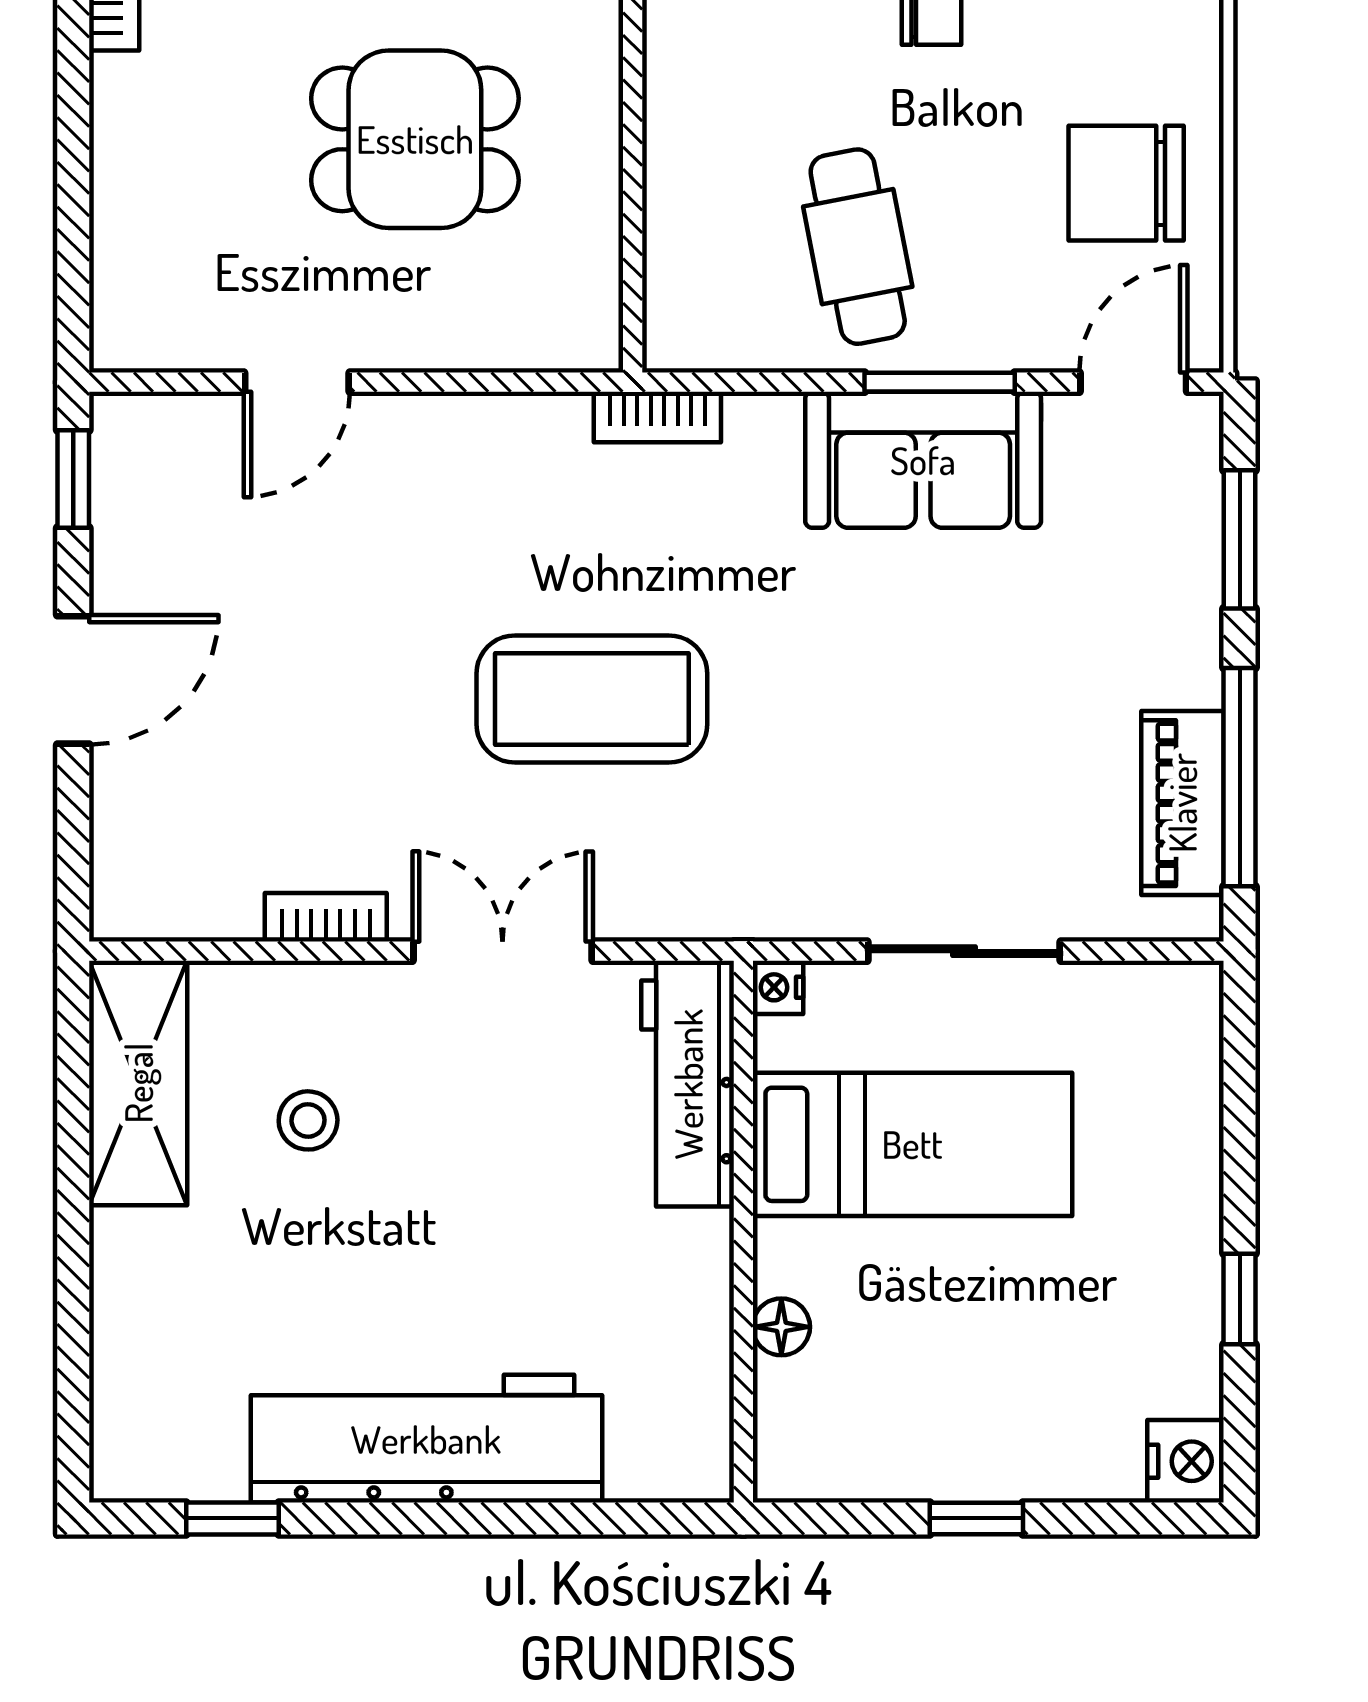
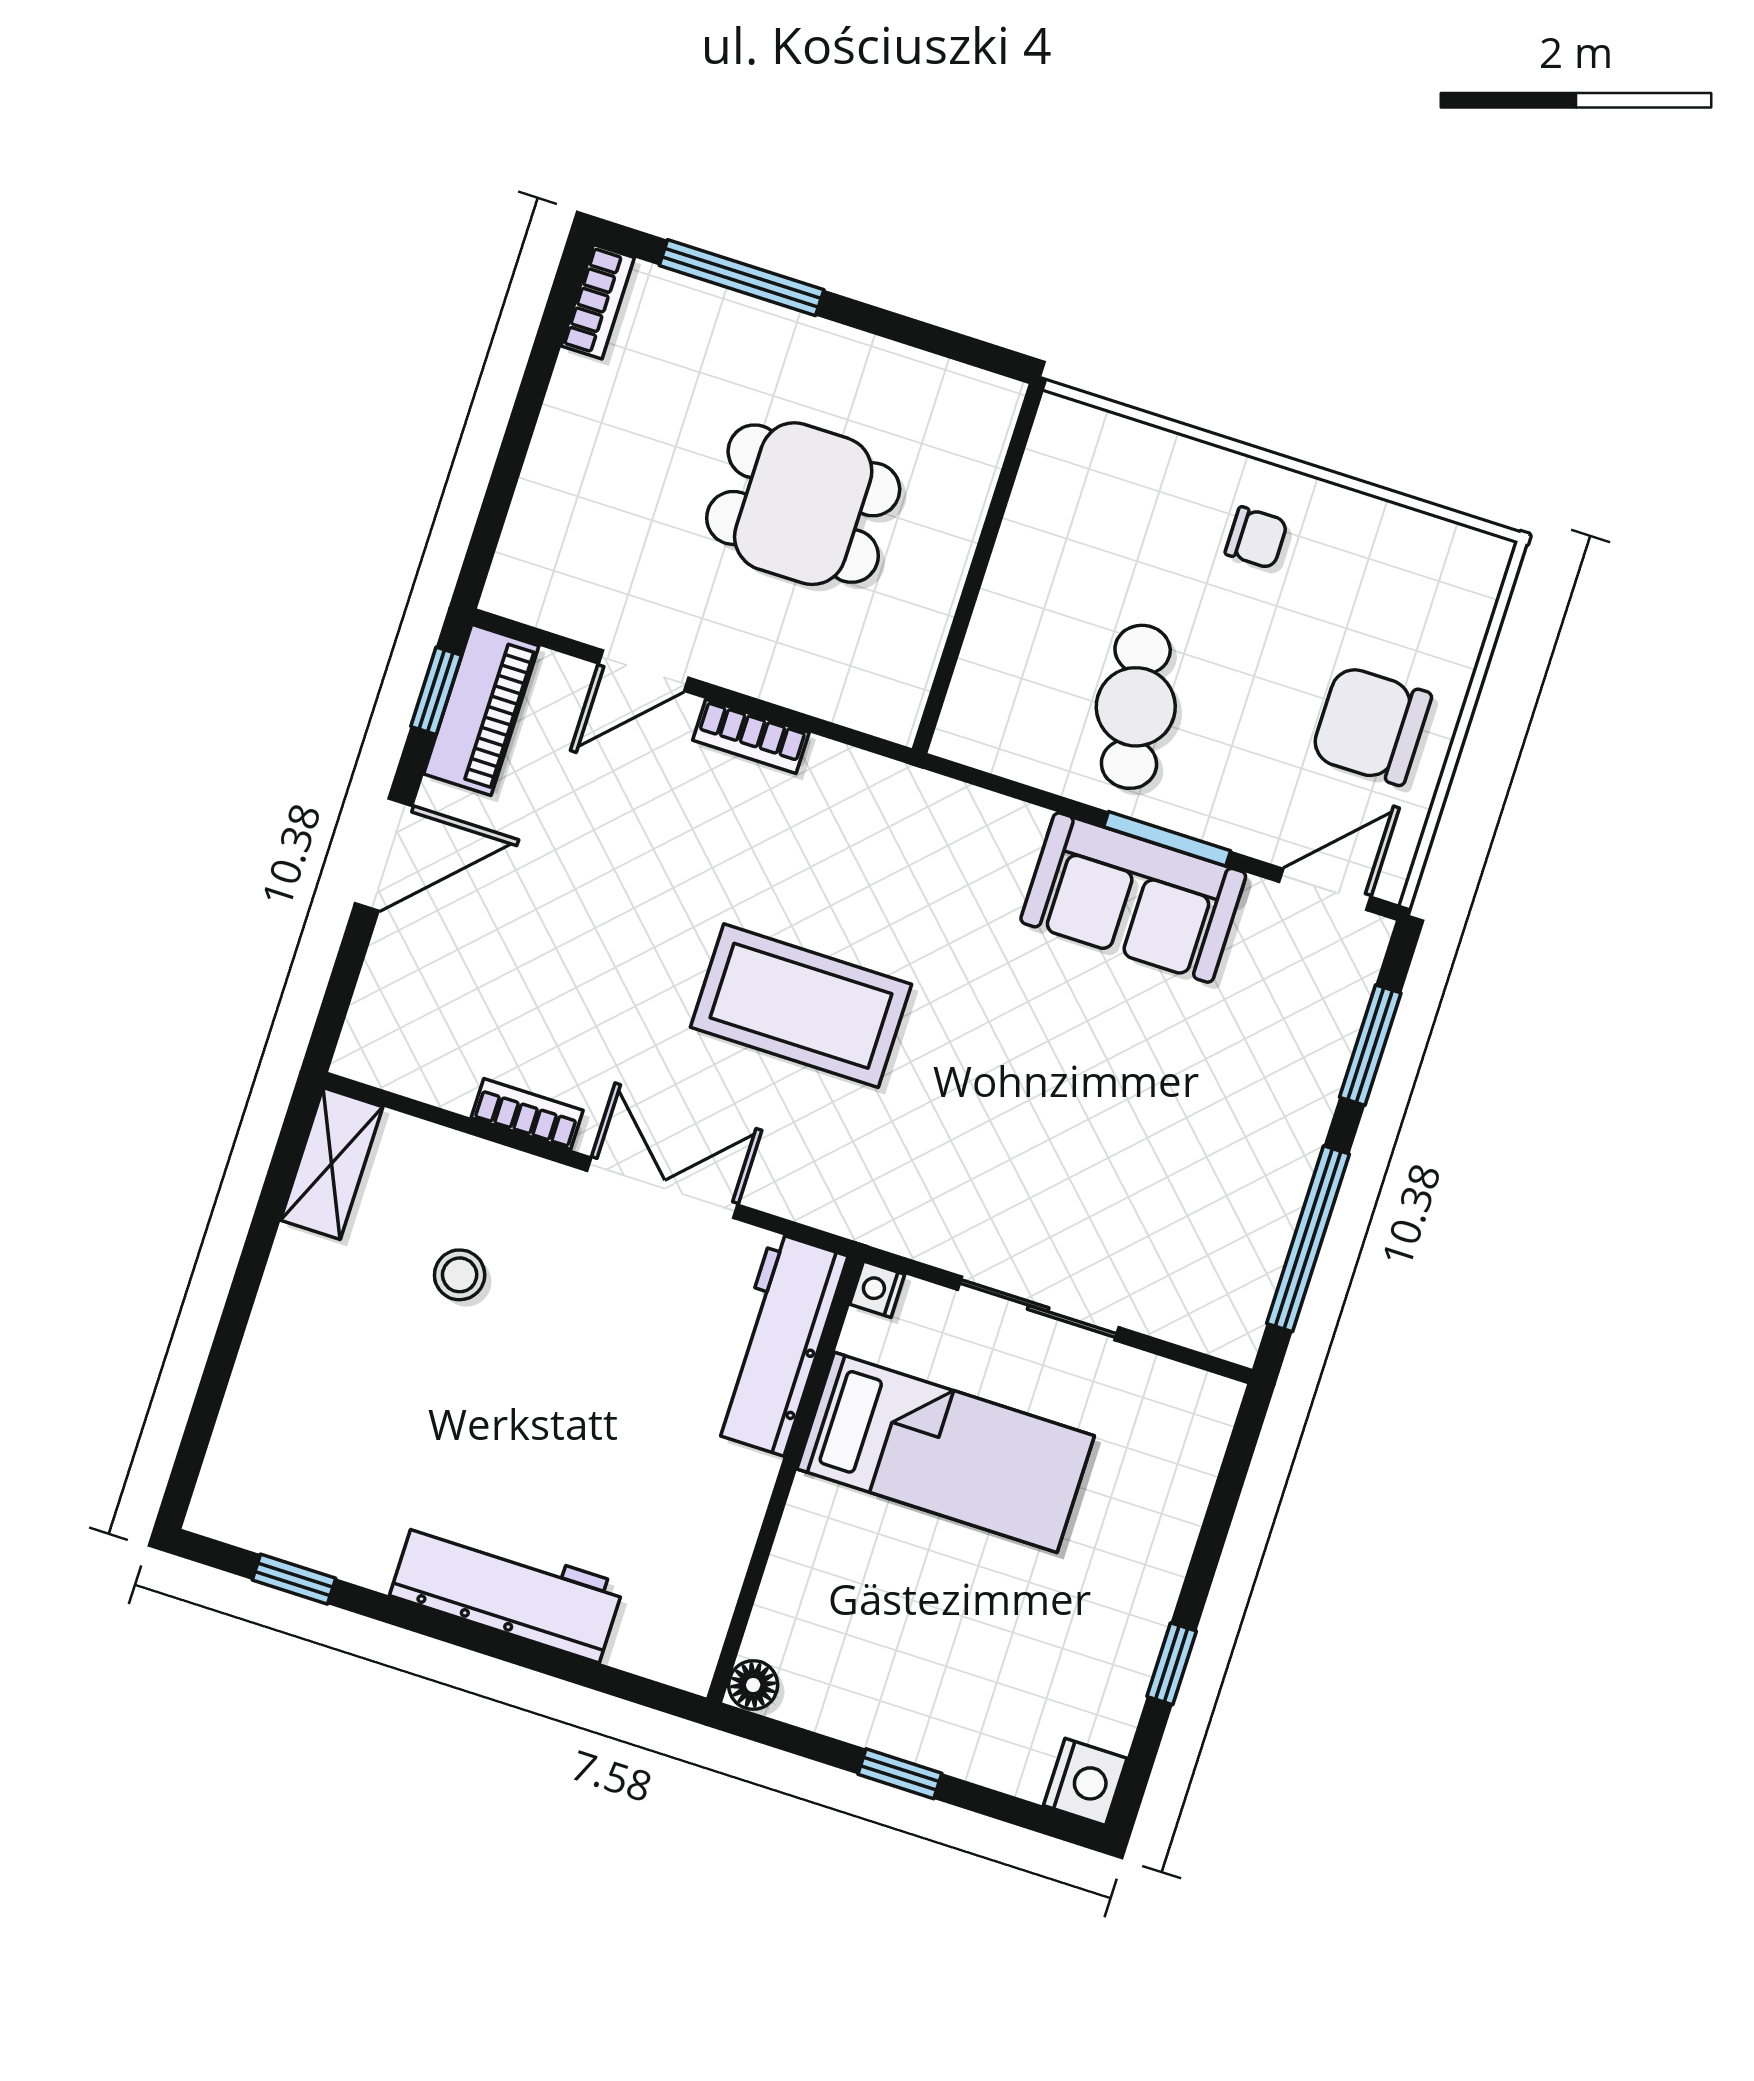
bookcase: (657, 417) -> (751, 736), moved
piano: (1182, 803) -> (481, 710), moved, turned 180
shelving: (138, 1083) -> (332, 1163), width x0.67, depth x0.75
floor lamp: (781, 1327) -> (753, 1685), moved
workbench: (426, 1439) -> (507, 1590), width x0.73, depth x0.76

